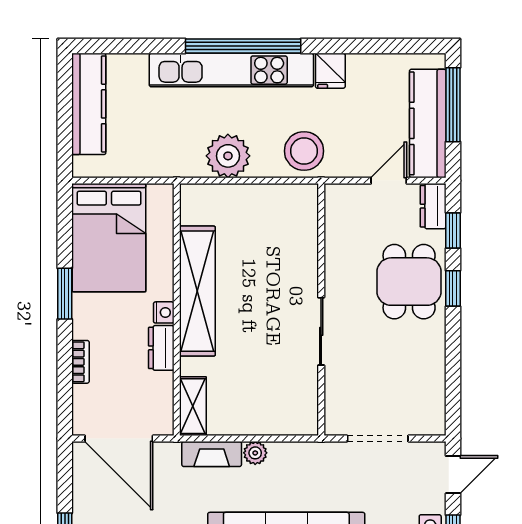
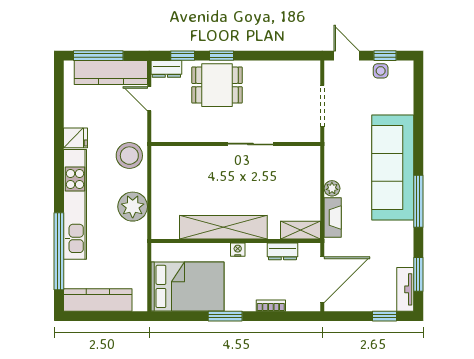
window: (243, 46) -> (59, 251), moved
dresser: (161, 348) -> (282, 251), moved

